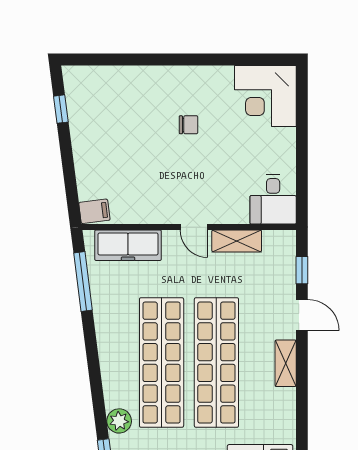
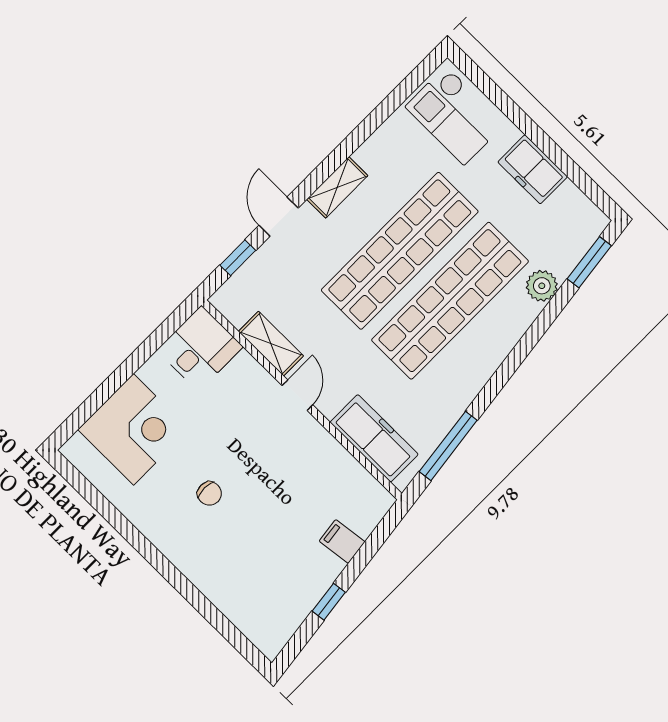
corner desk: (265, 96) -> (133, 429), moved
window: (61, 109) -> (329, 602), moved
chair: (189, 125) -> (209, 493), turned 180
filing cabinet: (94, 211) -> (342, 541), moved

